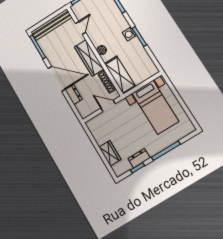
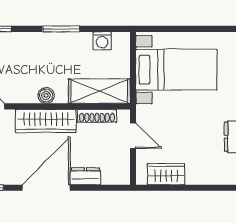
washing machine: (129, 34) -> (102, 41), moved
door: (108, 106) -> (133, 136), swing flipped
wardrobe: (110, 153) -> (166, 174), moved

